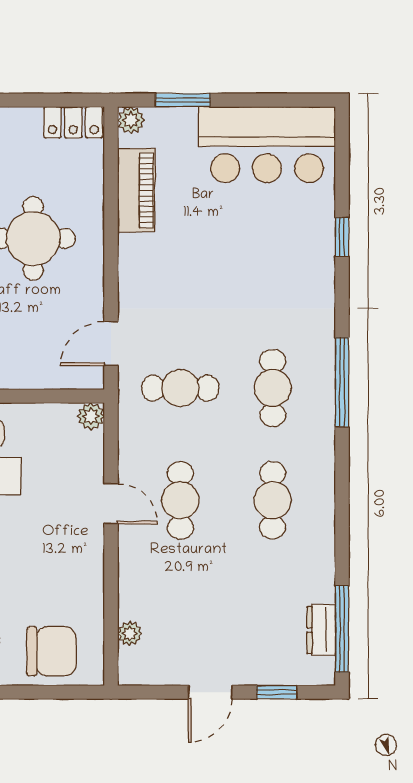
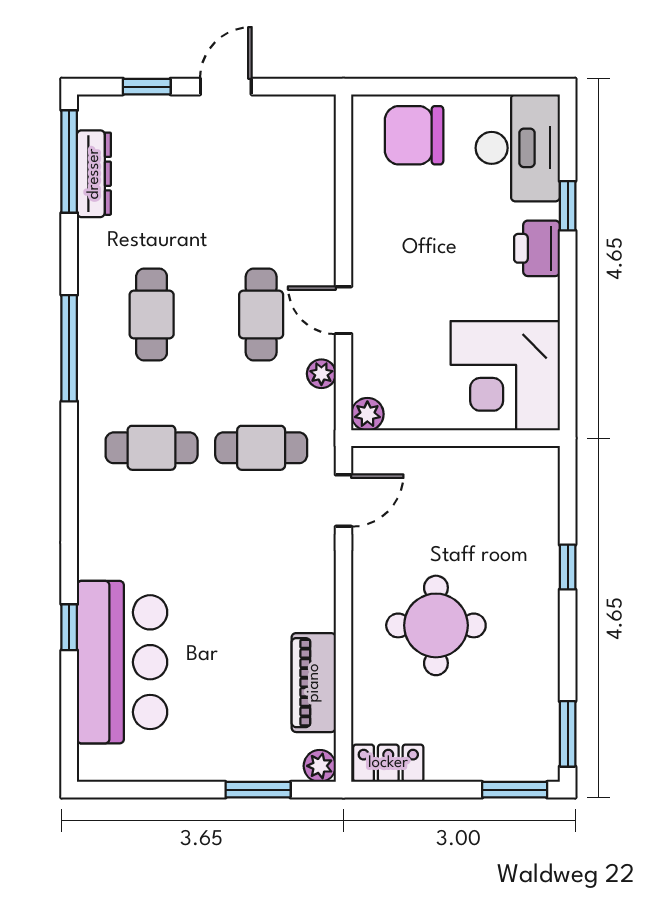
bar counter: (267, 145) -> (122, 662), moved, turned 90
window: (342, 382) -> (69, 348), moved
cafe table: (273, 388) -> (152, 448), turned 90
dresser: (321, 630) -> (94, 174), width x1.44
plant: (130, 634) -> (321, 374), moved

